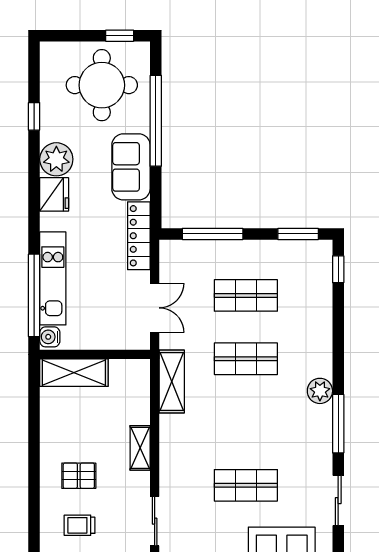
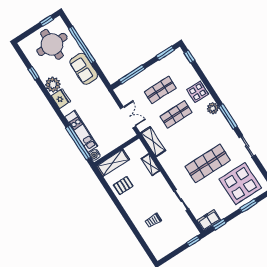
locker: (139, 236) -> (104, 93), removed
display table: (312, 343) -> (198, 92), added
shelving: (140, 448) -> (150, 165), moved
pallet: (79, 476) -> (123, 186), moved
shop shelf: (246, 485) -> (208, 163), width x1.43, depth x1.36

